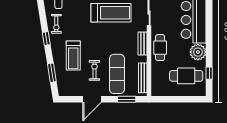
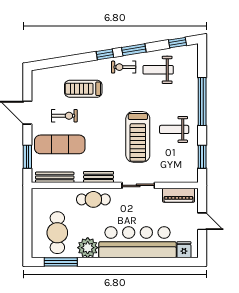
window: (52, 73) -> (134, 50), moved
window: (209, 73) -> (61, 262), width x2.17

